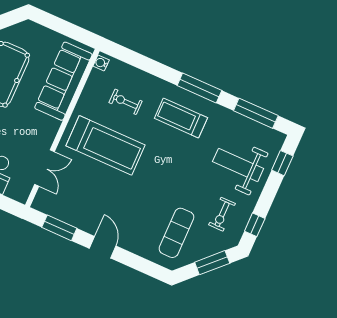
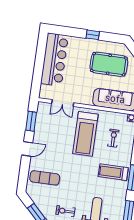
treadmill: (181, 118) -> (113, 172), turned -90
exercise mat: (176, 233) -> (45, 178), moved

